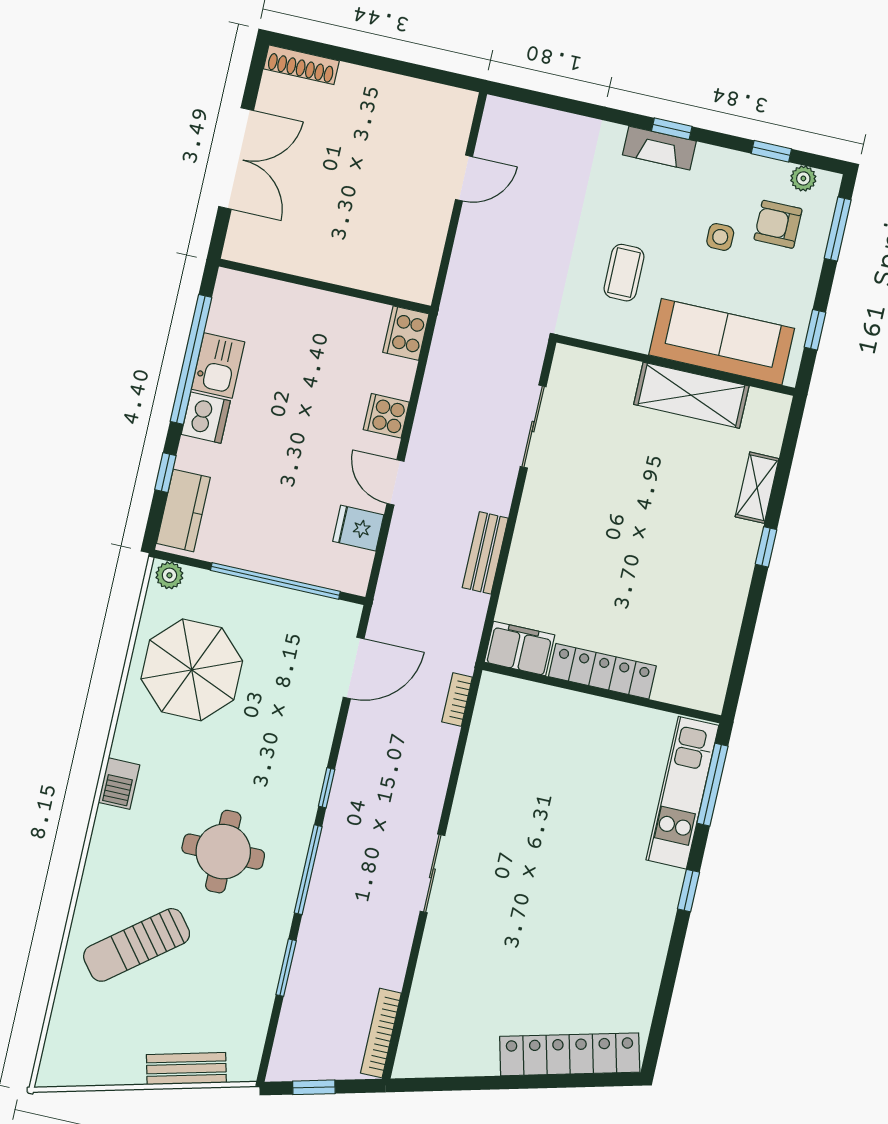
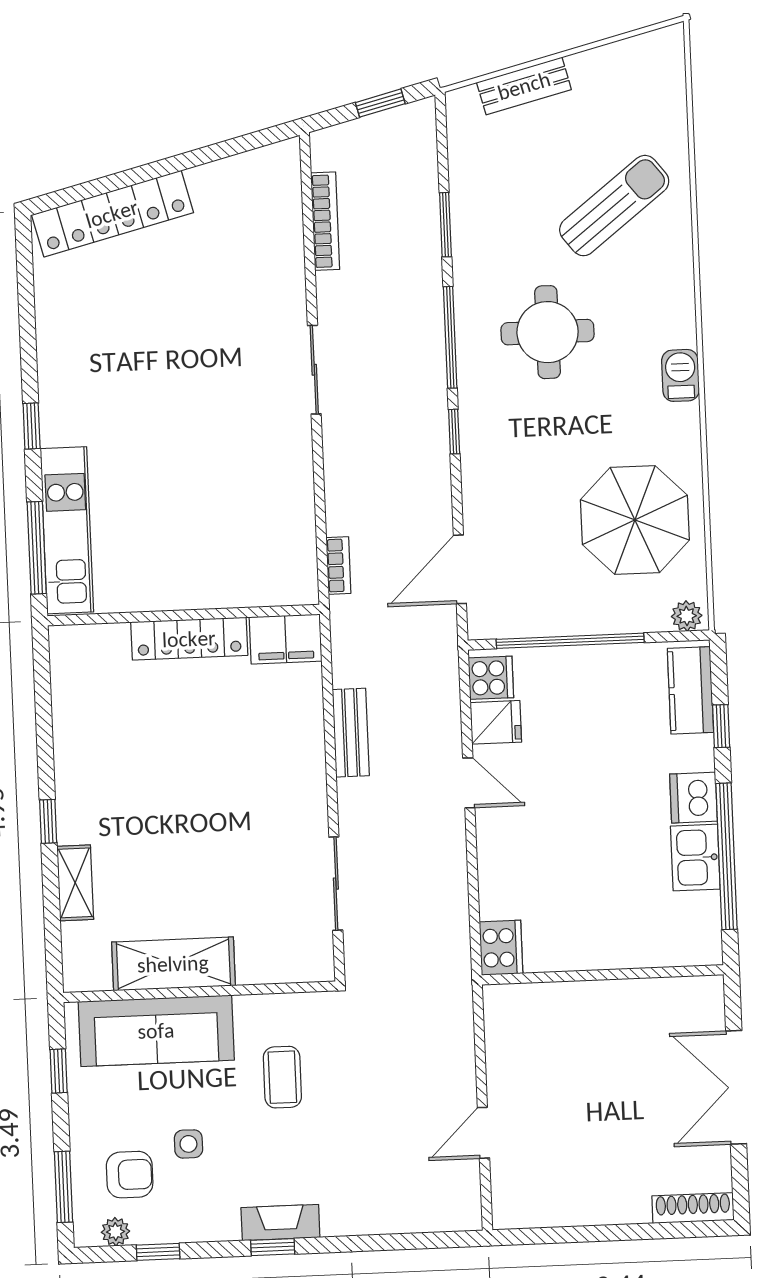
cooker: (386, 416) -> (491, 678), moved
bookcase: (381, 1033) -> (325, 221), moved

